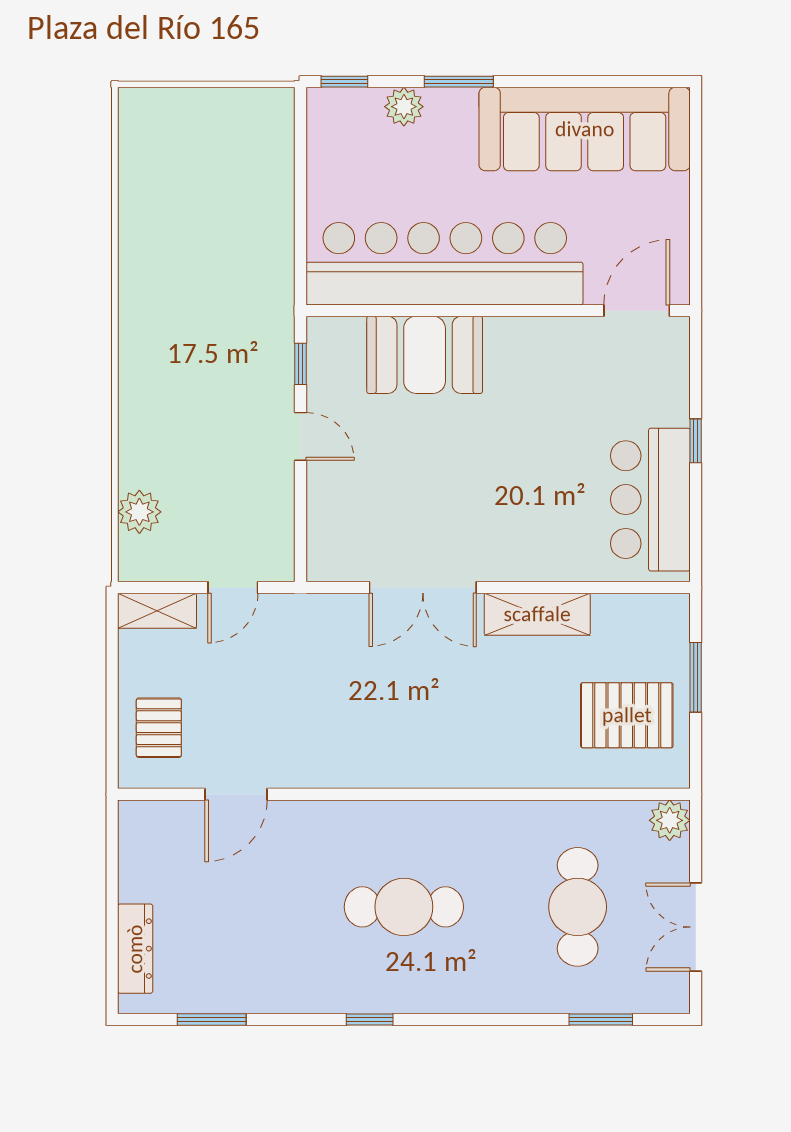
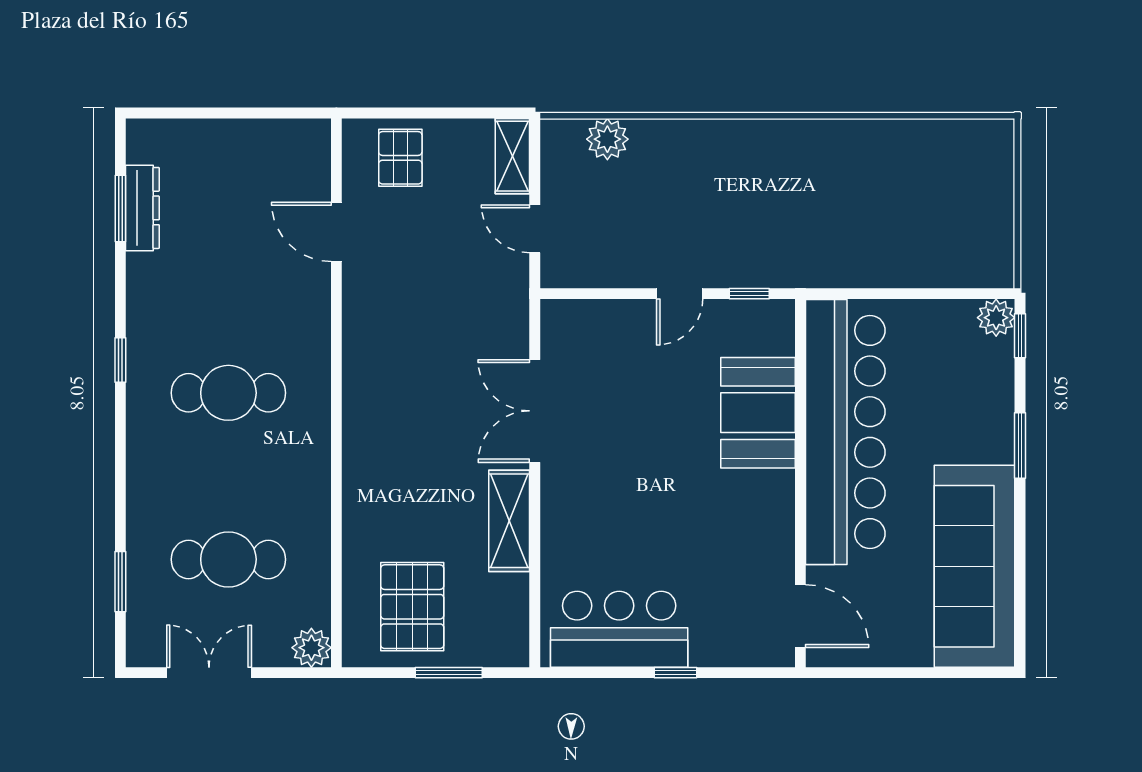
plant: (404, 107) -> (996, 318), moved
pallet: (159, 728) -> (400, 158), turned 90
cafe table: (404, 907) -> (228, 393), turned 90
dresser: (135, 949) -> (142, 208), moved, turned -90

